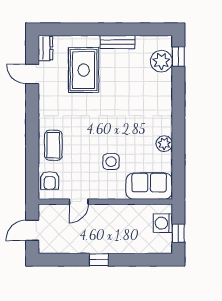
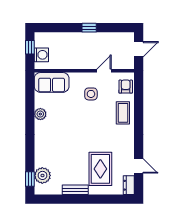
side table: (111, 162) -> (91, 94), moved

